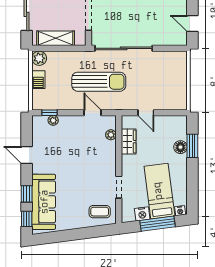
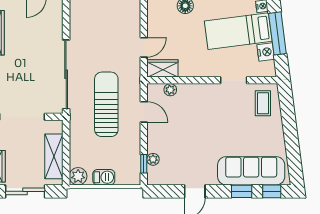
door: (93, 113) -> (144, 112), swing flipped
wardrobe: (129, 142) -> (163, 68), moved

